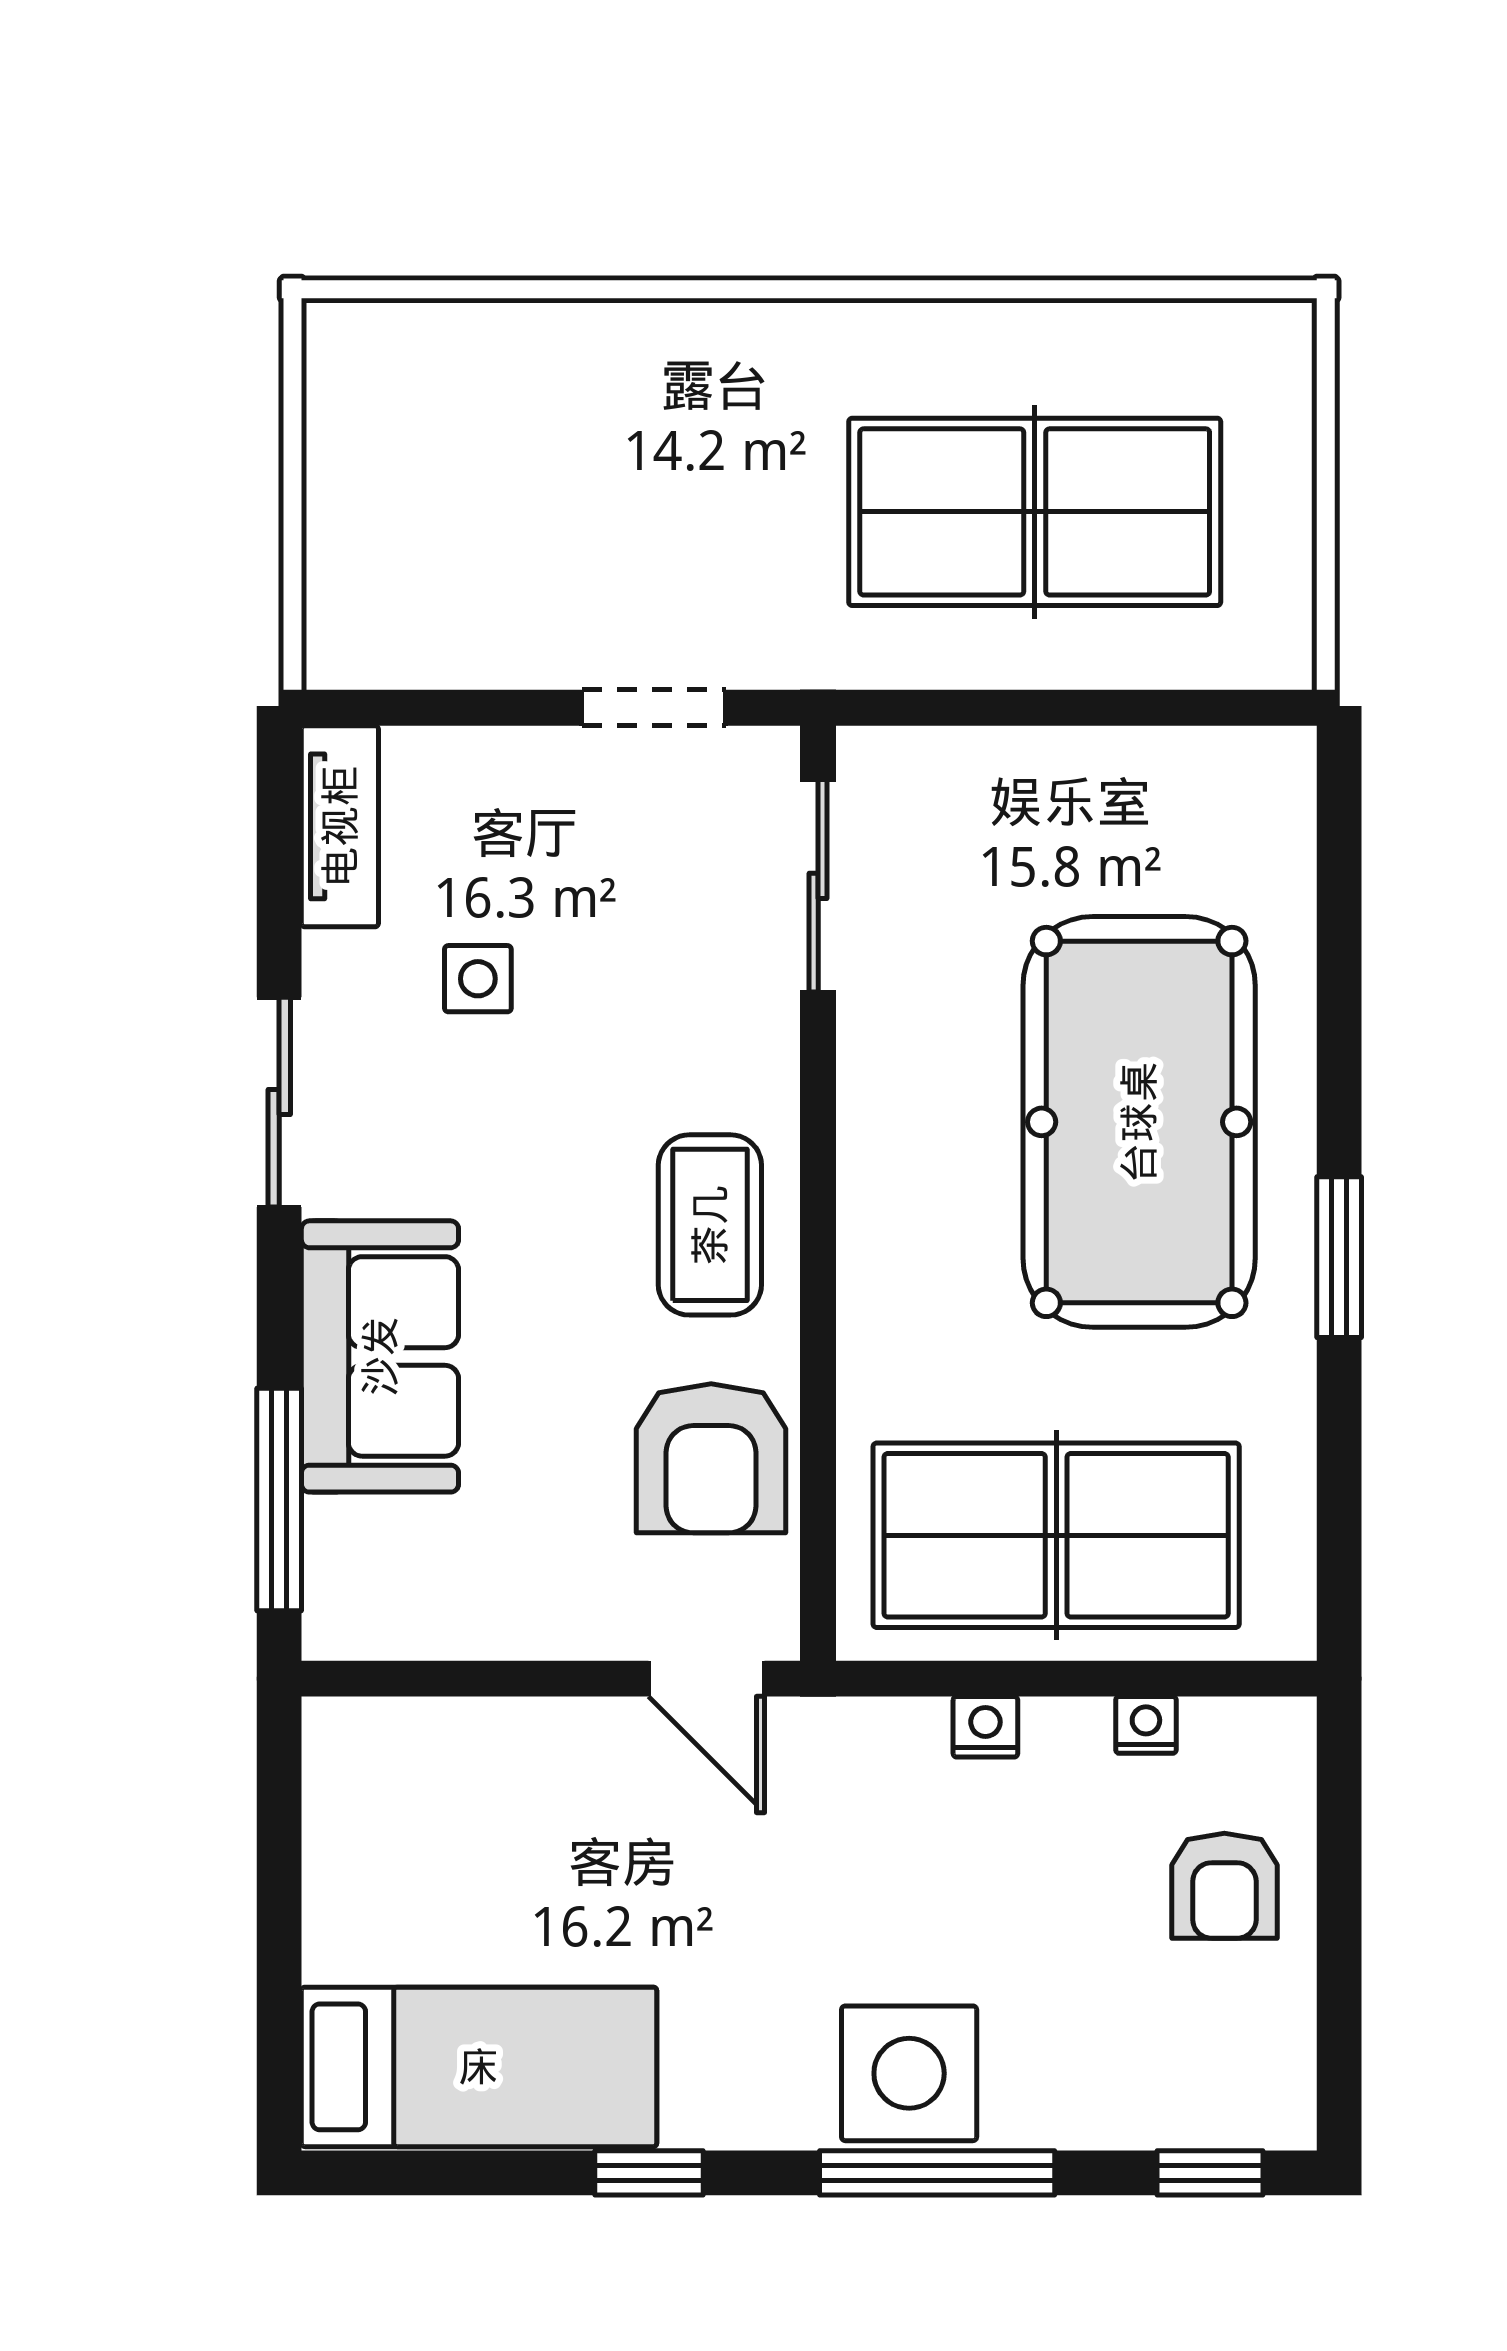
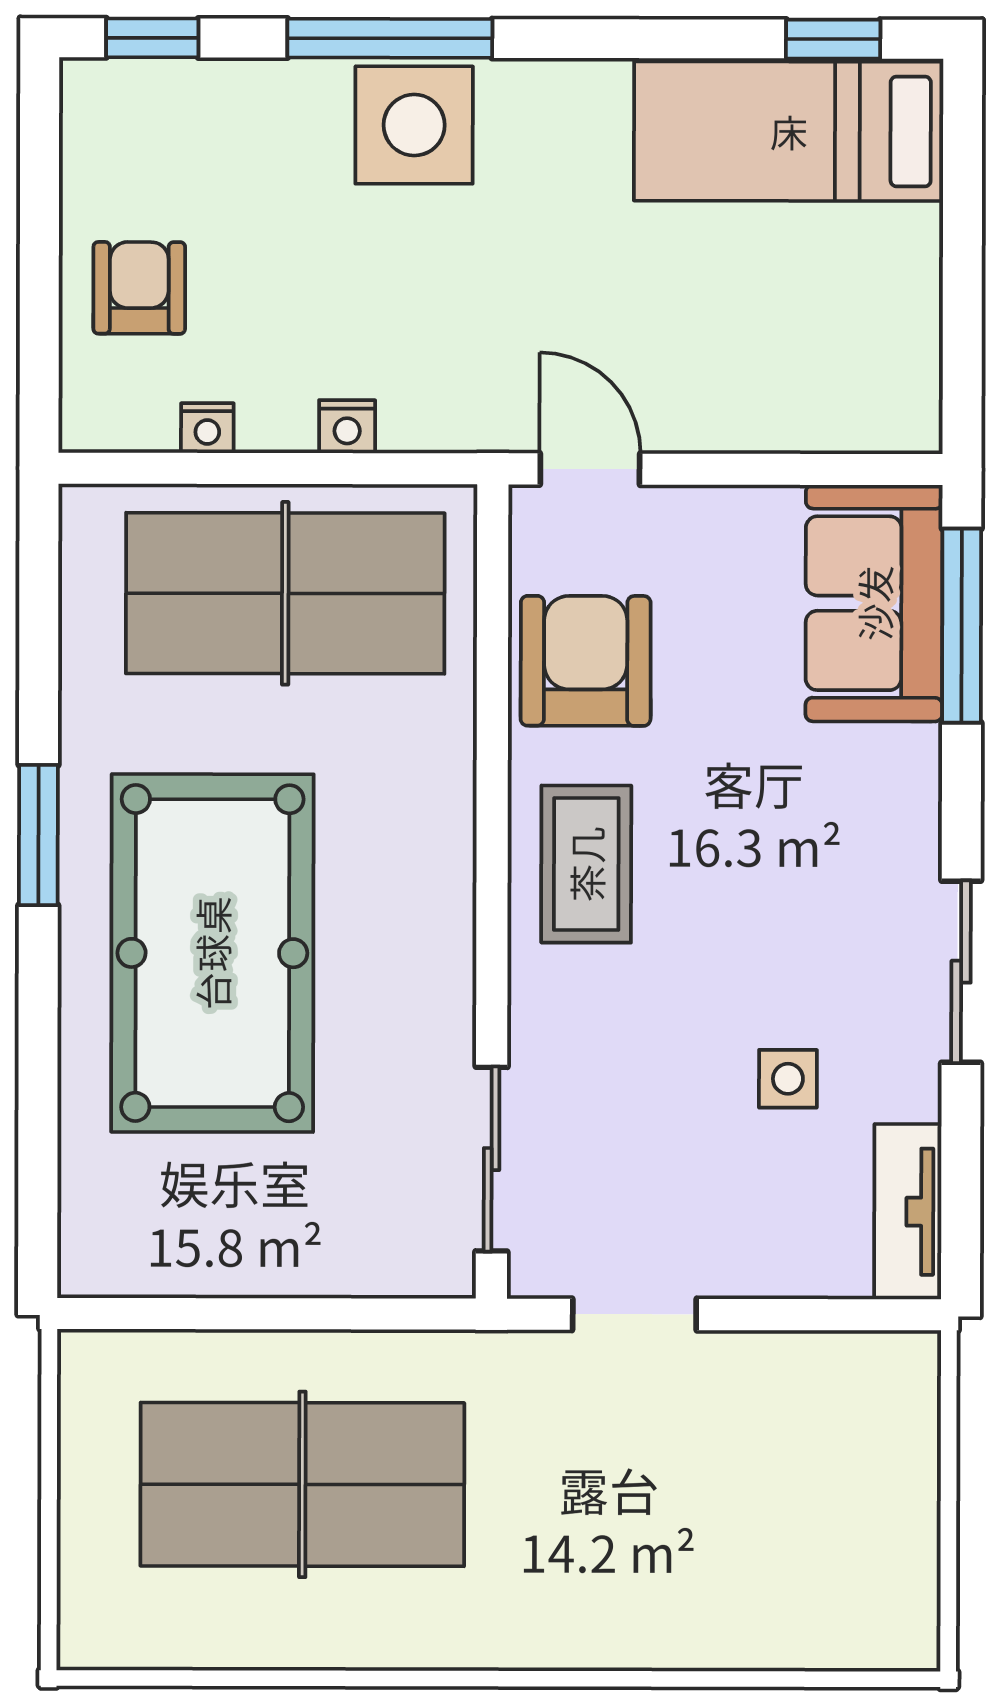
sofa: (380, 1356) -> (874, 603), moved
window: (649, 2173) -> (833, 39), moved

